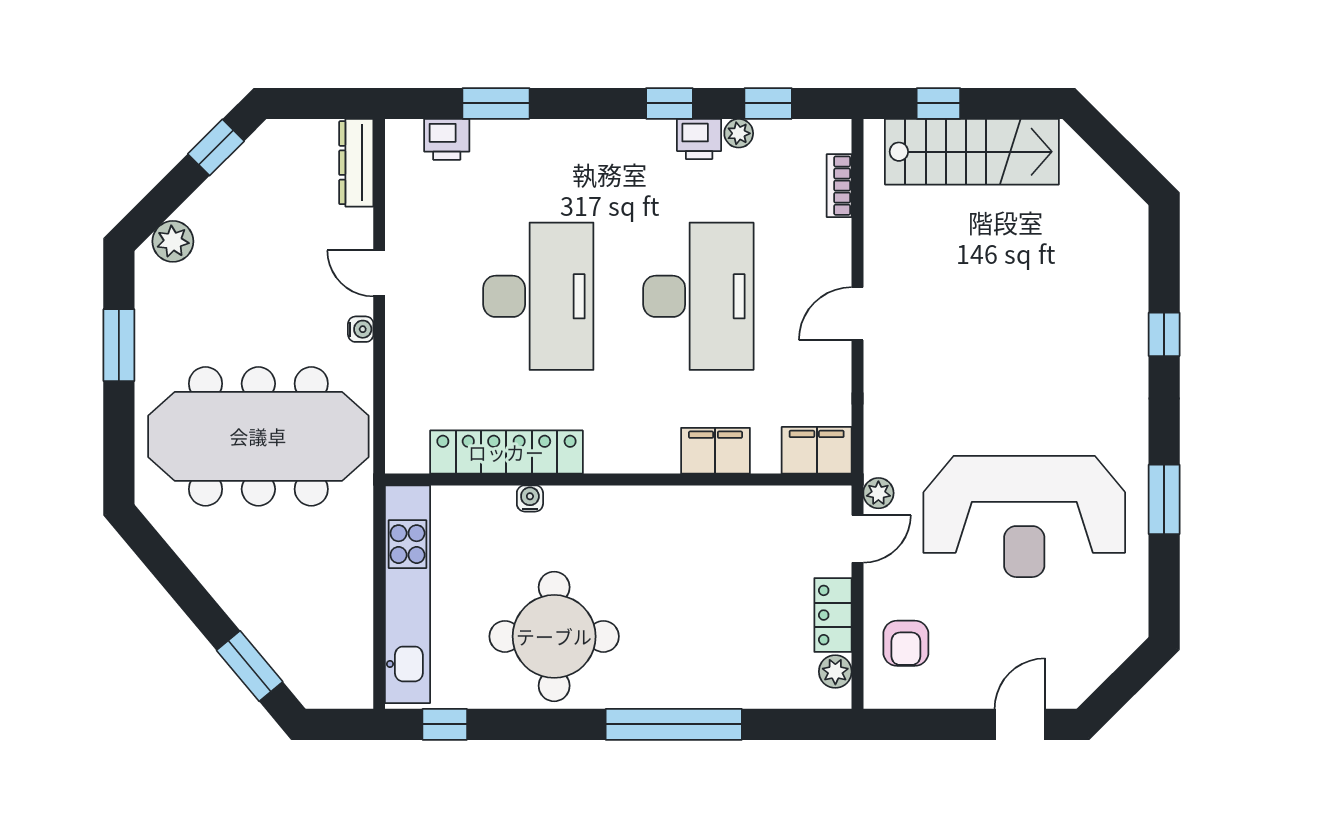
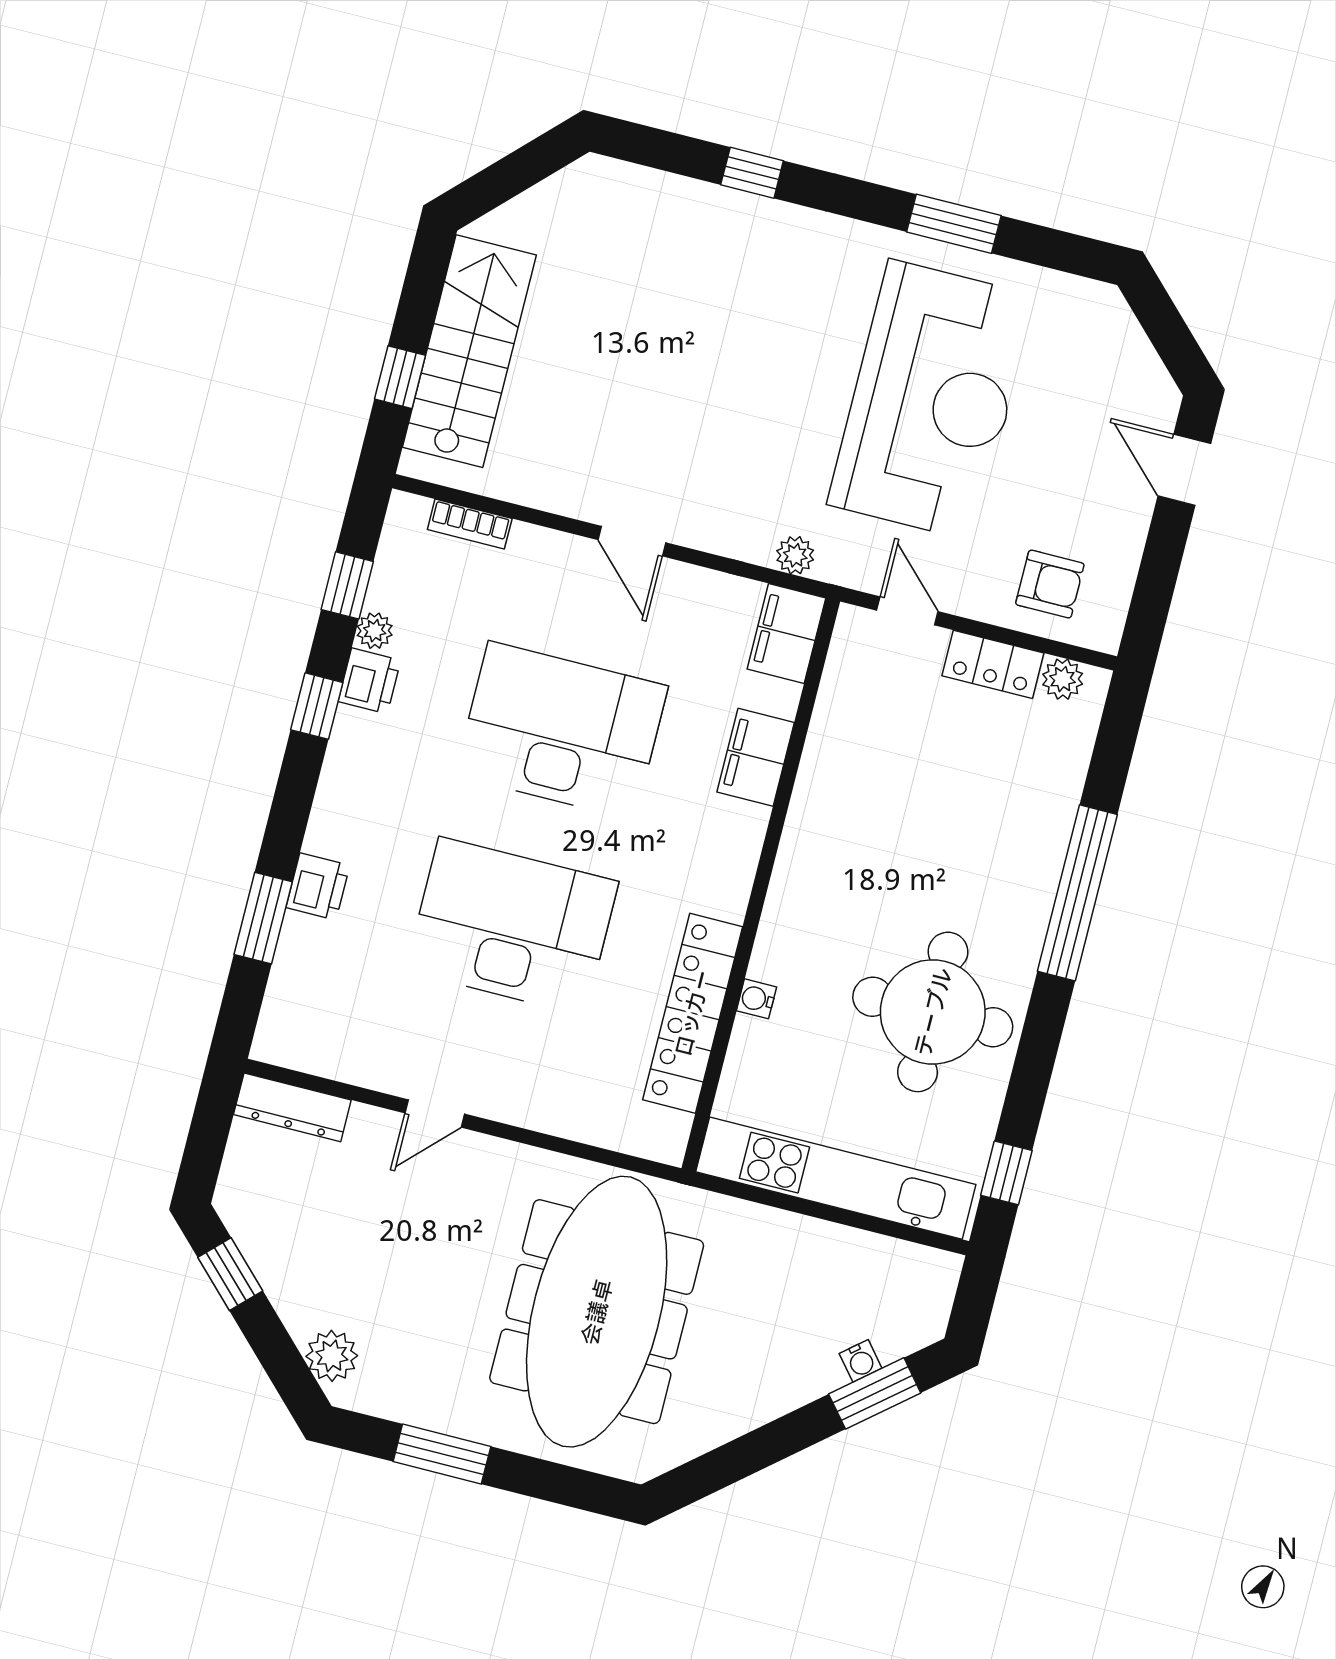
printer: (447, 139) -> (318, 886), moved
water cooler: (361, 329) -> (861, 1361), moved, turned 140
plant: (878, 493) -> (795, 555), moved

